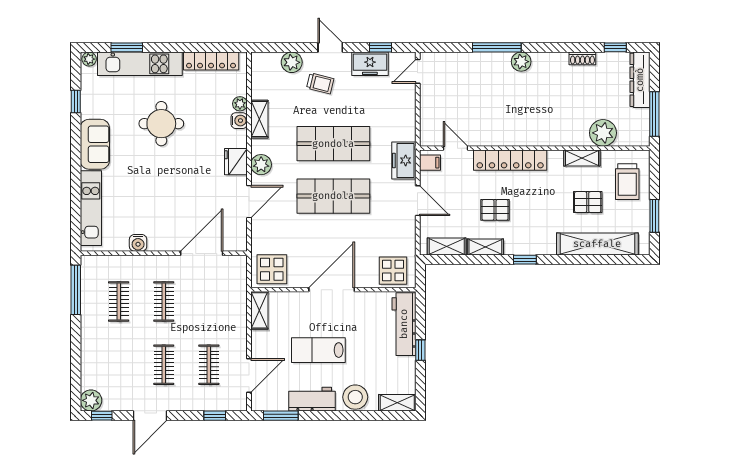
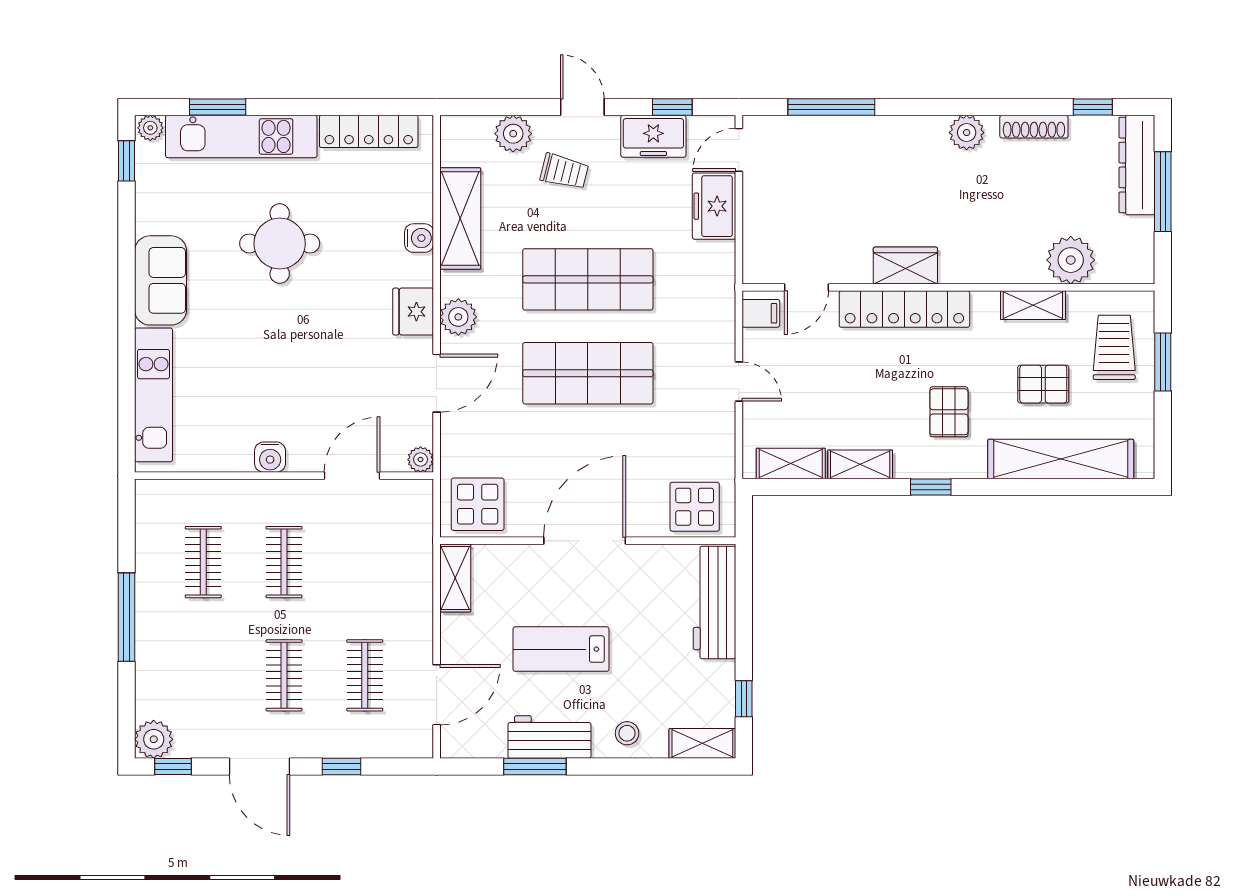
window: (497, 47) -> (831, 107), moved
shoe rack: (582, 58) -> (1034, 127), width x1.43
plant: (521, 62) -> (967, 133), moved
window: (76, 102) -> (126, 161), moved
plant: (240, 104) -> (421, 460), moved
window: (654, 114) -> (1163, 192), moved
shelving: (259, 119) -> (460, 218), width x1.50, depth x1.33
wardrobe: (511, 136) -> (905, 265), added
door: (455, 148) -> (806, 287), swing flipped
freezer: (404, 160) -> (714, 206), moved
trolley: (627, 182) -> (1114, 347), turned 180
door: (418, 201) -> (739, 382), width x0.73
pallet: (495, 210) -> (949, 412), moved, turned 90
window: (654, 216) -> (1163, 362), moved
water cooler: (138, 243) -> (270, 457), moved
door: (202, 253) -> (352, 476), width x0.73
window: (76, 290) -> (126, 617), moved
window: (420, 350) -> (744, 699), moved
stool: (355, 397) -> (627, 733), width x0.53, depth x0.53
door: (150, 416) -> (260, 767), hinge flipped
window: (215, 416) -> (341, 767), moved
window: (281, 416) -> (535, 767), moved

